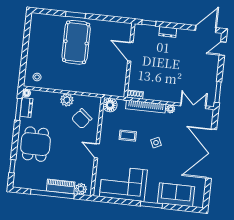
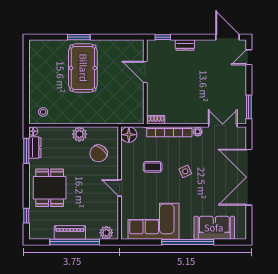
door: (206, 29) -> (228, 37), hinge flipped
piano: (61, 186) -> (70, 232), moved
window: (151, 205) -> (188, 242), width x2.11

